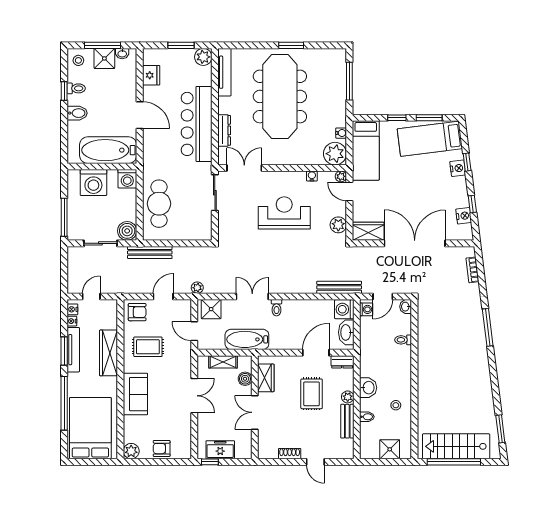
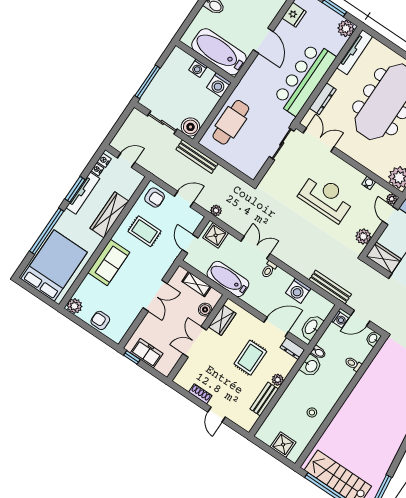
washing machine: (93, 183) -> (198, 68), width x0.53, depth x0.53
washing machine: (344, 309) -> (298, 291), moved, turned -90
washbasin: (368, 388) -> (311, 366), moved
bidet: (367, 417) -> (319, 352), moved

